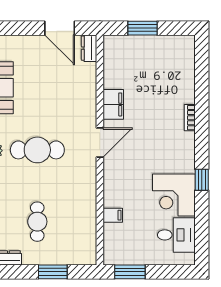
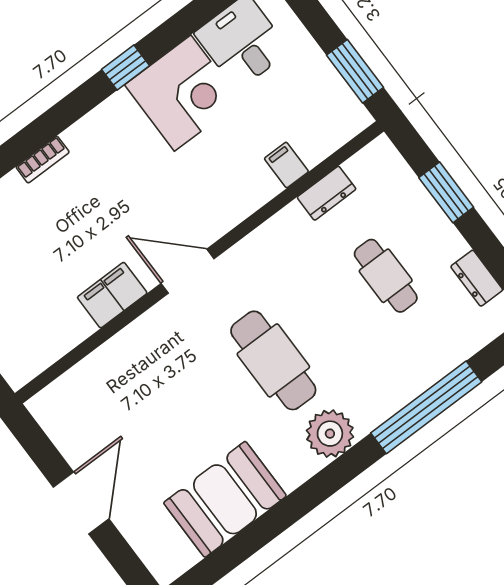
door: (60, 28) -> (81, 503), moved
dresser: (89, 48) -> (327, 193), moved
cafe table: (37, 222) -> (386, 276), turned 90

